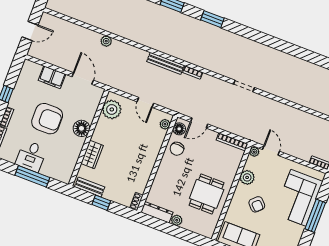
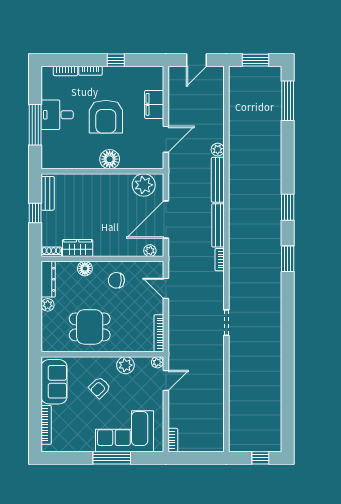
door: (30, 31) -> (196, 60), hinge flipped
bench: (130, 50) -> (218, 180), added
door: (145, 102) -> (166, 220), width x1.88
floor lamp: (179, 129) -> (85, 269), moved
chair: (177, 149) -> (116, 280), moved
wardrobe: (92, 155) -> (78, 248), moved, turned 180

